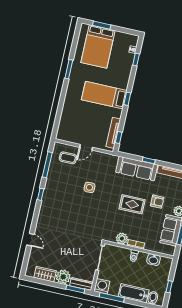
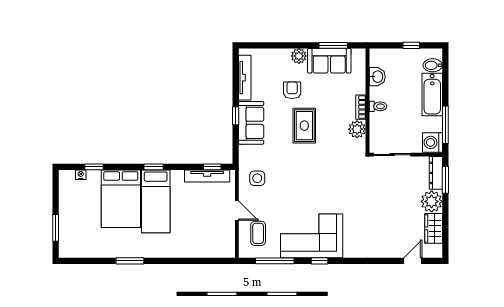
bed: (98, 46) -> (121, 199), moved, turned 90
sofa: (137, 169) -> (251, 123), width x0.73
side table: (89, 187) -> (257, 178), moved
corner sofa: (58, 193) -> (312, 236), added
door: (30, 240) -> (413, 261), moved

